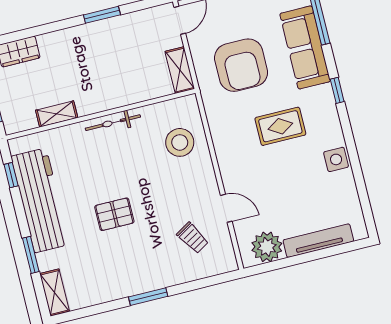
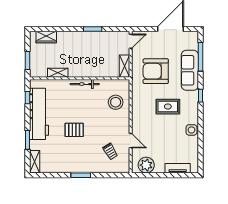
armchair: (241, 65) -> (156, 71), turned 90
tv unit: (318, 241) -> (178, 168), width x0.71

